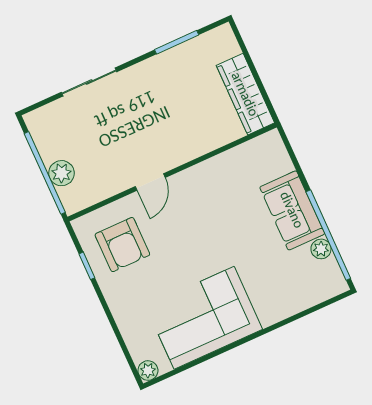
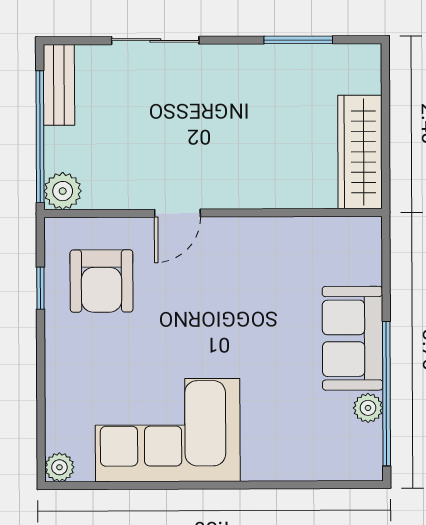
bench: (42, 136) -> (59, 85), added
plant: (61, 173) -> (63, 191), moved

